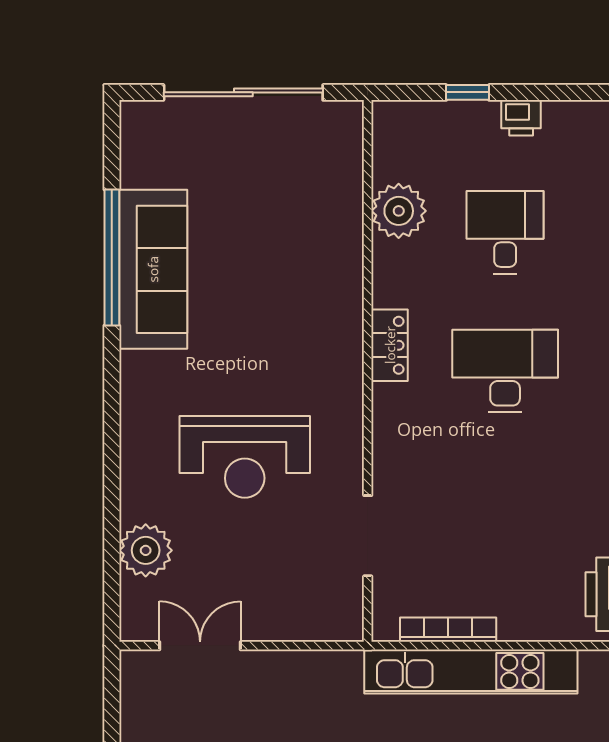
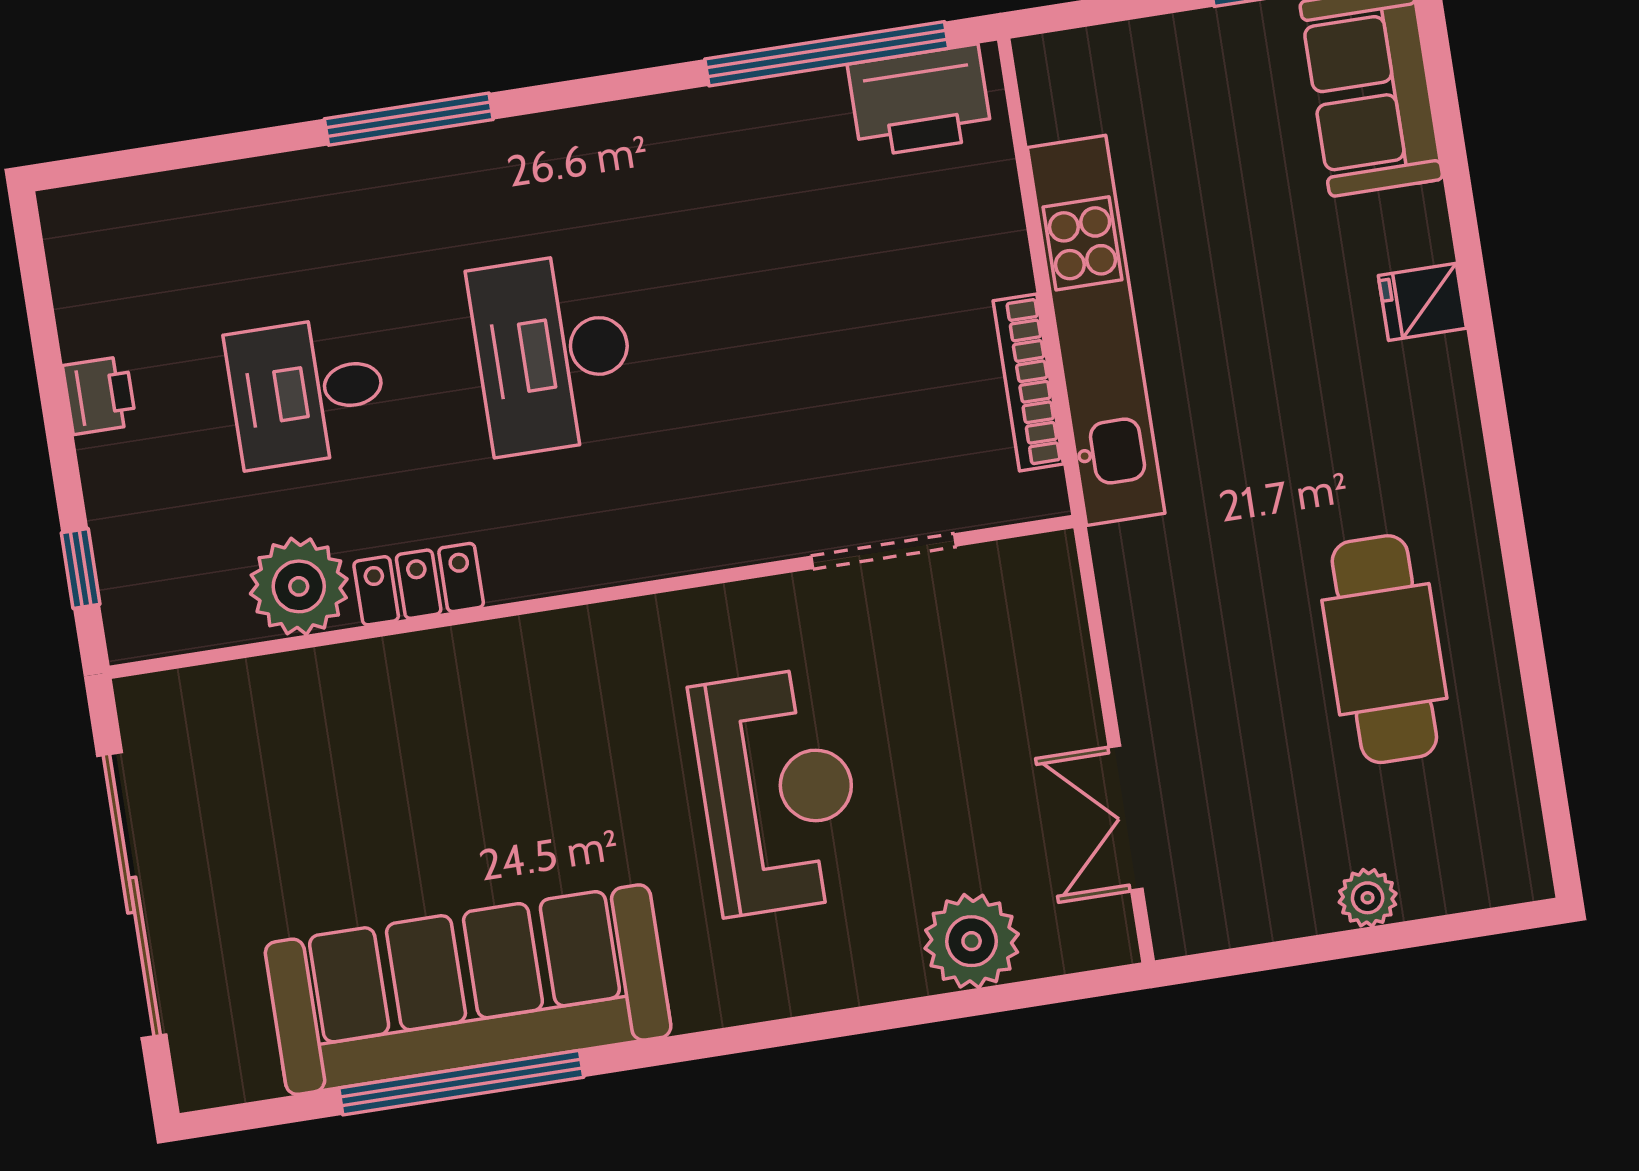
window: (468, 92) -> (81, 569), moved
sofa: (153, 269) -> (468, 990), width x1.36, depth x1.27
locker: (390, 345) -> (419, 584), moved

